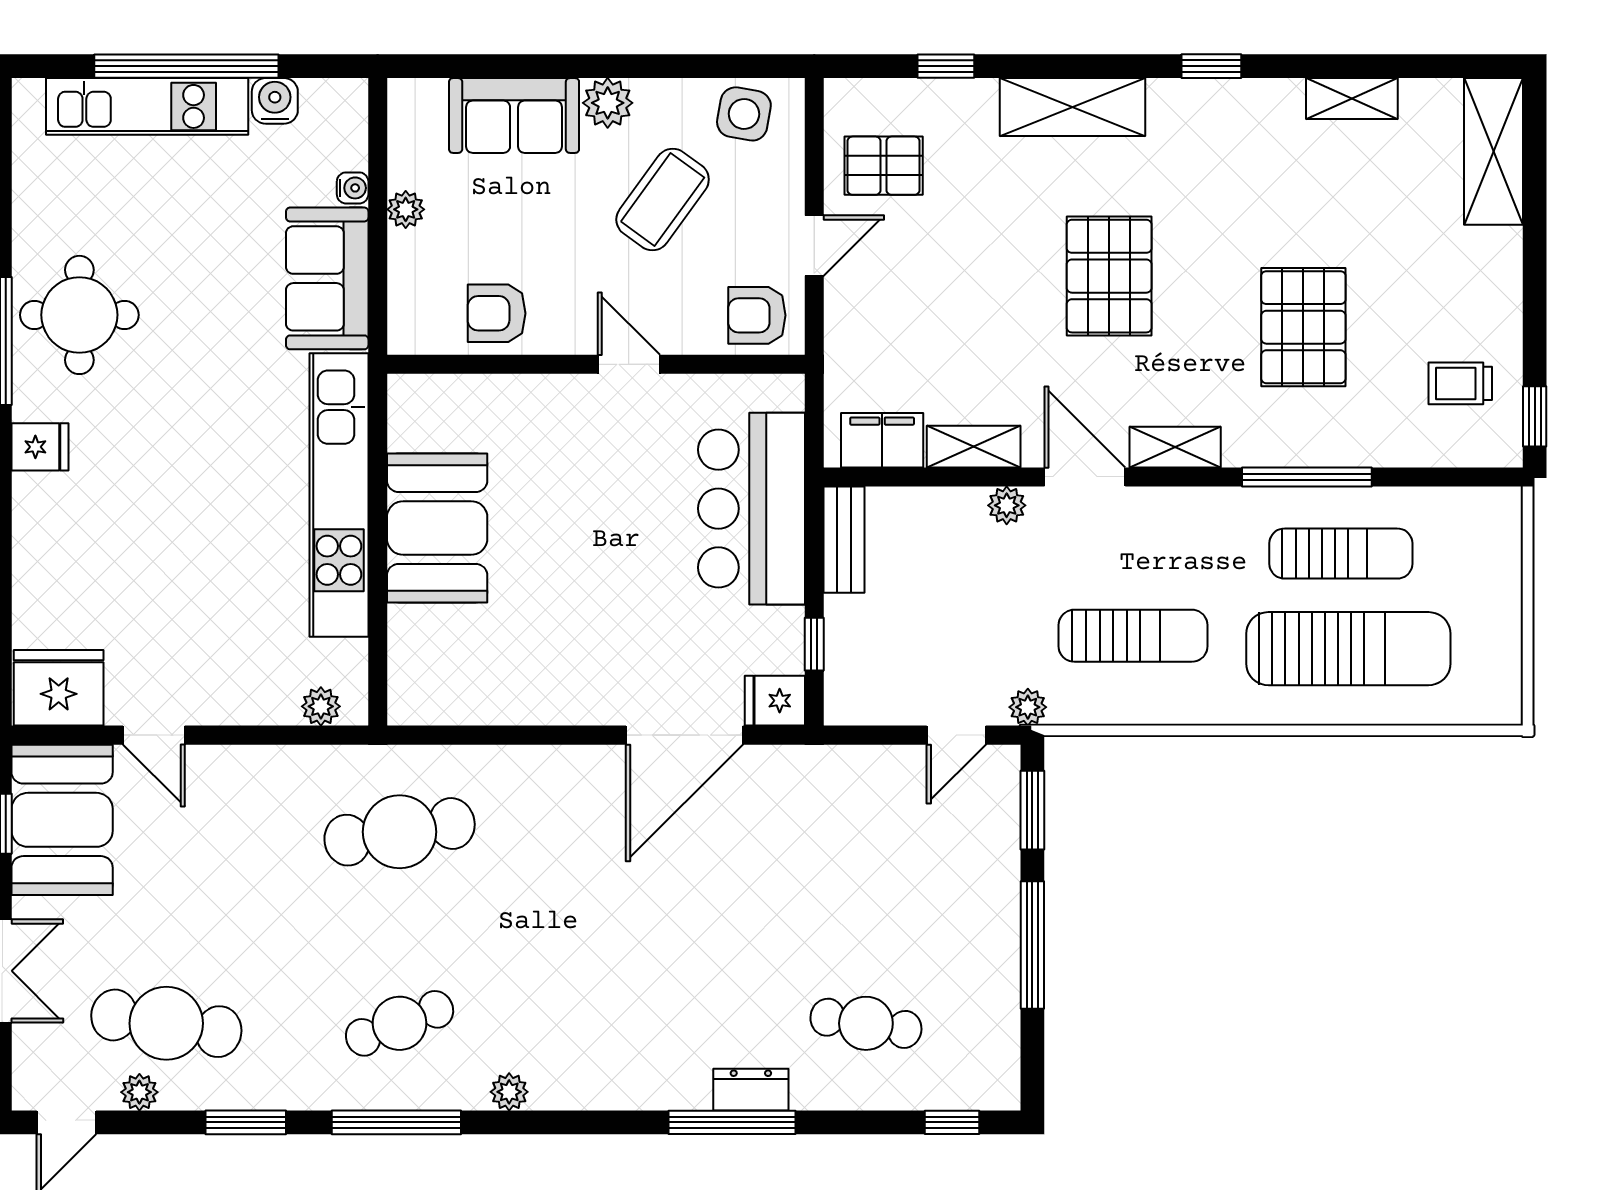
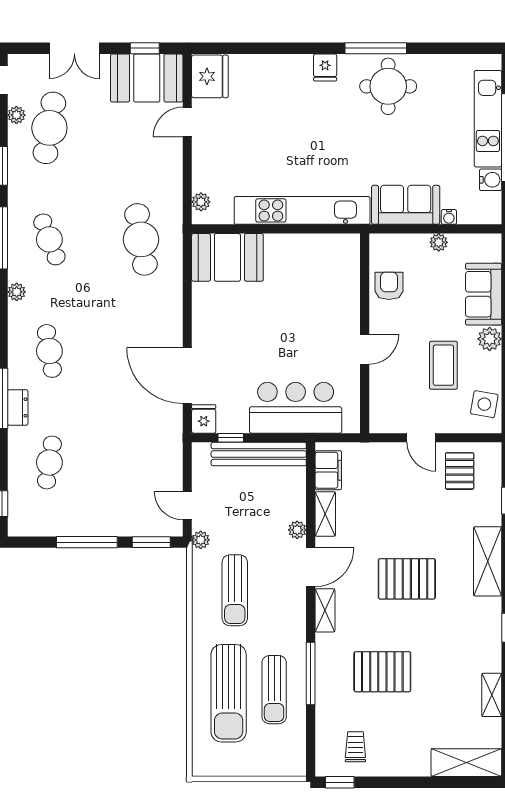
coffee table: (663, 199) -> (443, 365), turned 54
armchair: (757, 315) -> (388, 410), removed
booth: (437, 528) -> (227, 257), moved
bench: (844, 540) -> (259, 454), width x1.86, depth x1.21
cafe table: (633, 1023) -> (49, 351), added

